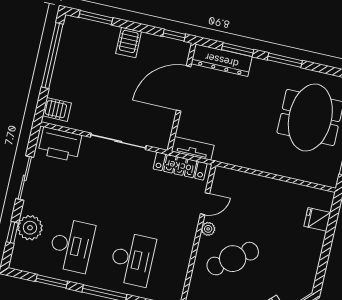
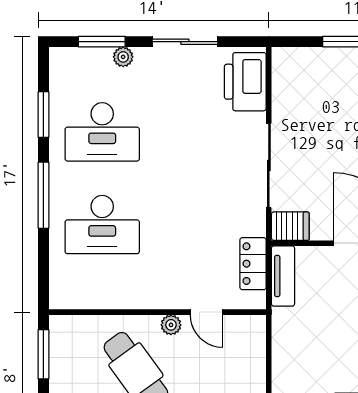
server rack: (57, 109) -> (290, 226), moved, turned -90
locker: (180, 166) -> (253, 264), width x0.66
plant: (30, 228) -> (123, 57), width x0.53, depth x0.53
window: (12, 232) -> (102, 42), width x1.50

